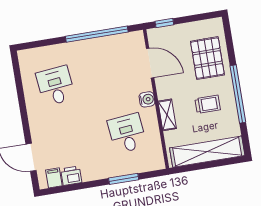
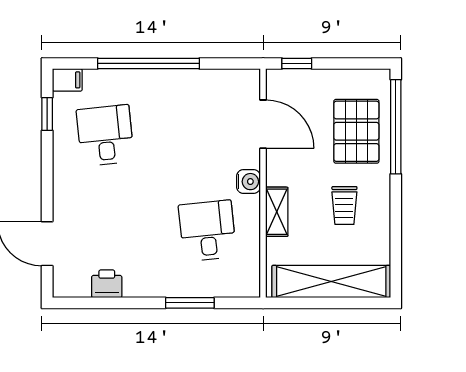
window: (97, 34) -> (149, 63), moved
window: (18, 79) -> (47, 114), added
window: (238, 94) -> (396, 127), moved
trolley: (208, 104) -> (344, 205), turned 90
filing cabinet: (54, 178) -> (67, 80), moved, turned 90

